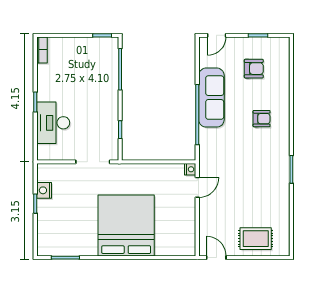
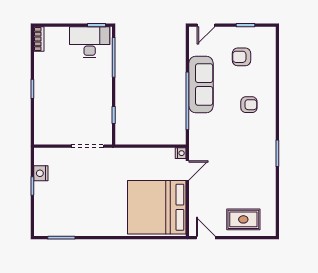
armchair: (254, 69) -> (241, 57), turned 180
desk: (53, 123) -> (90, 42), moved, turned 90
bed: (126, 225) -> (157, 207), moved, turned -90

